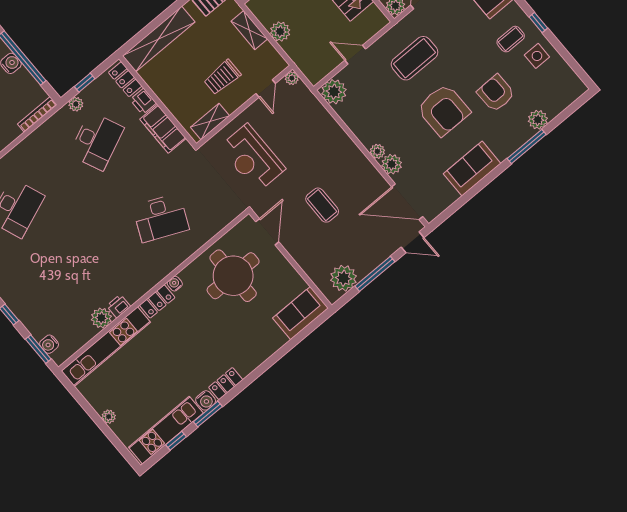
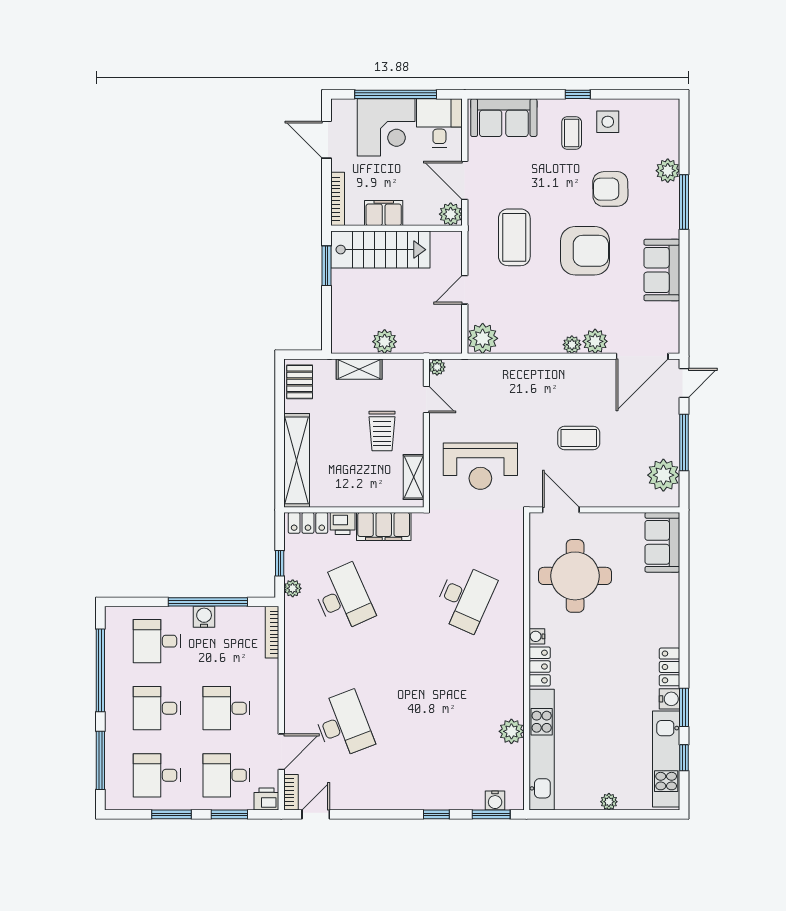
printer: (119, 306) -> (514, 706), removed

